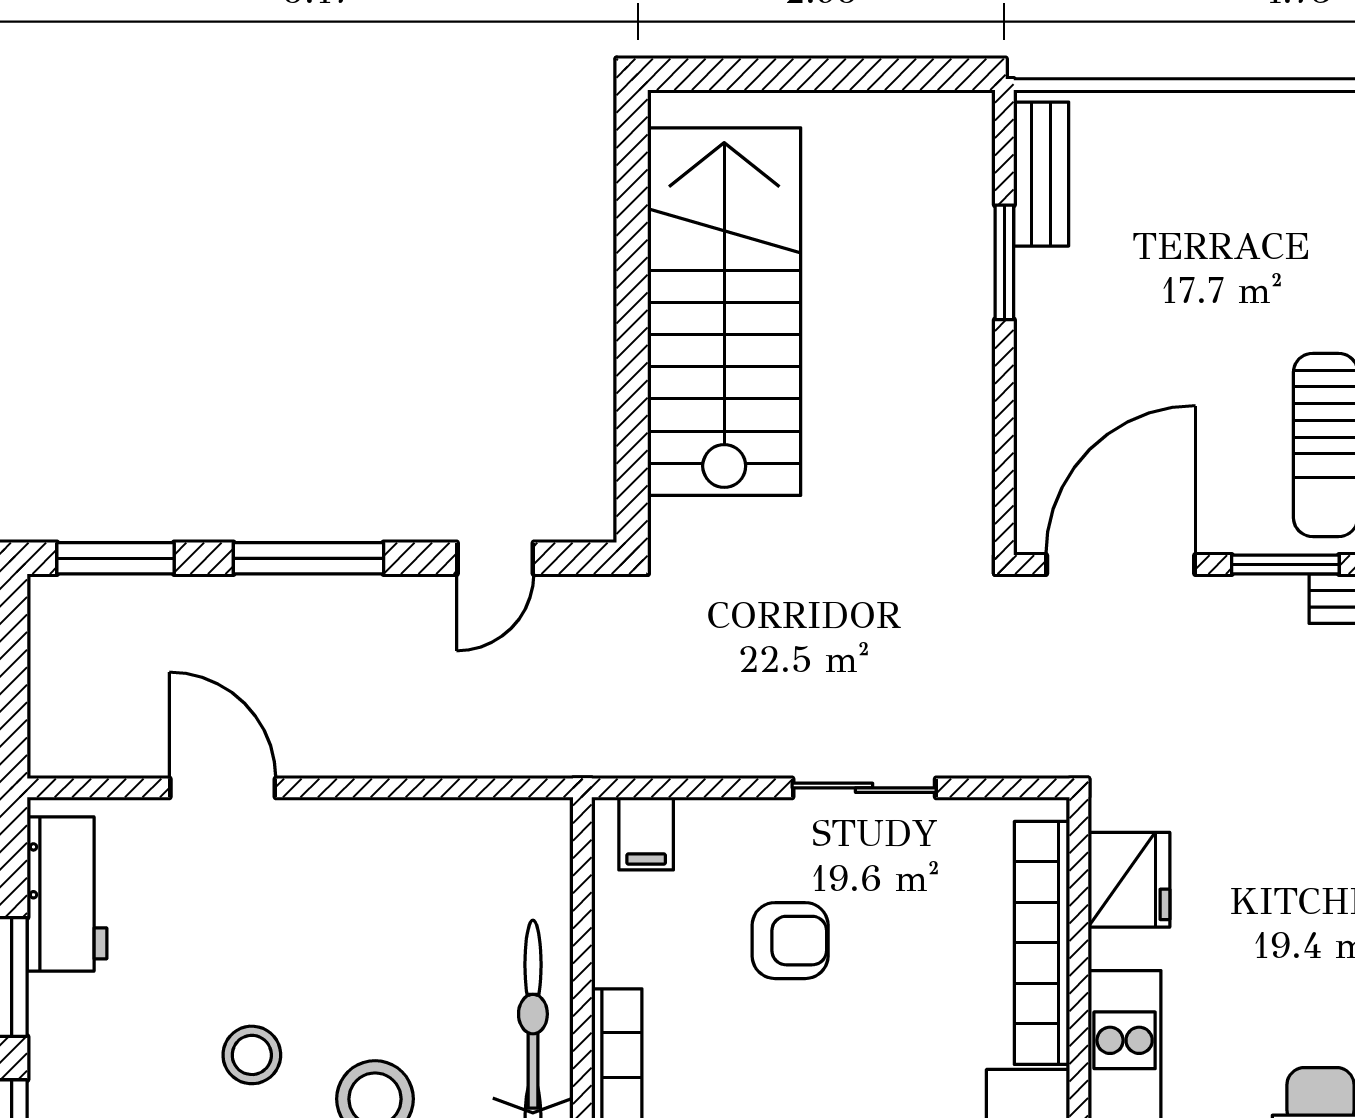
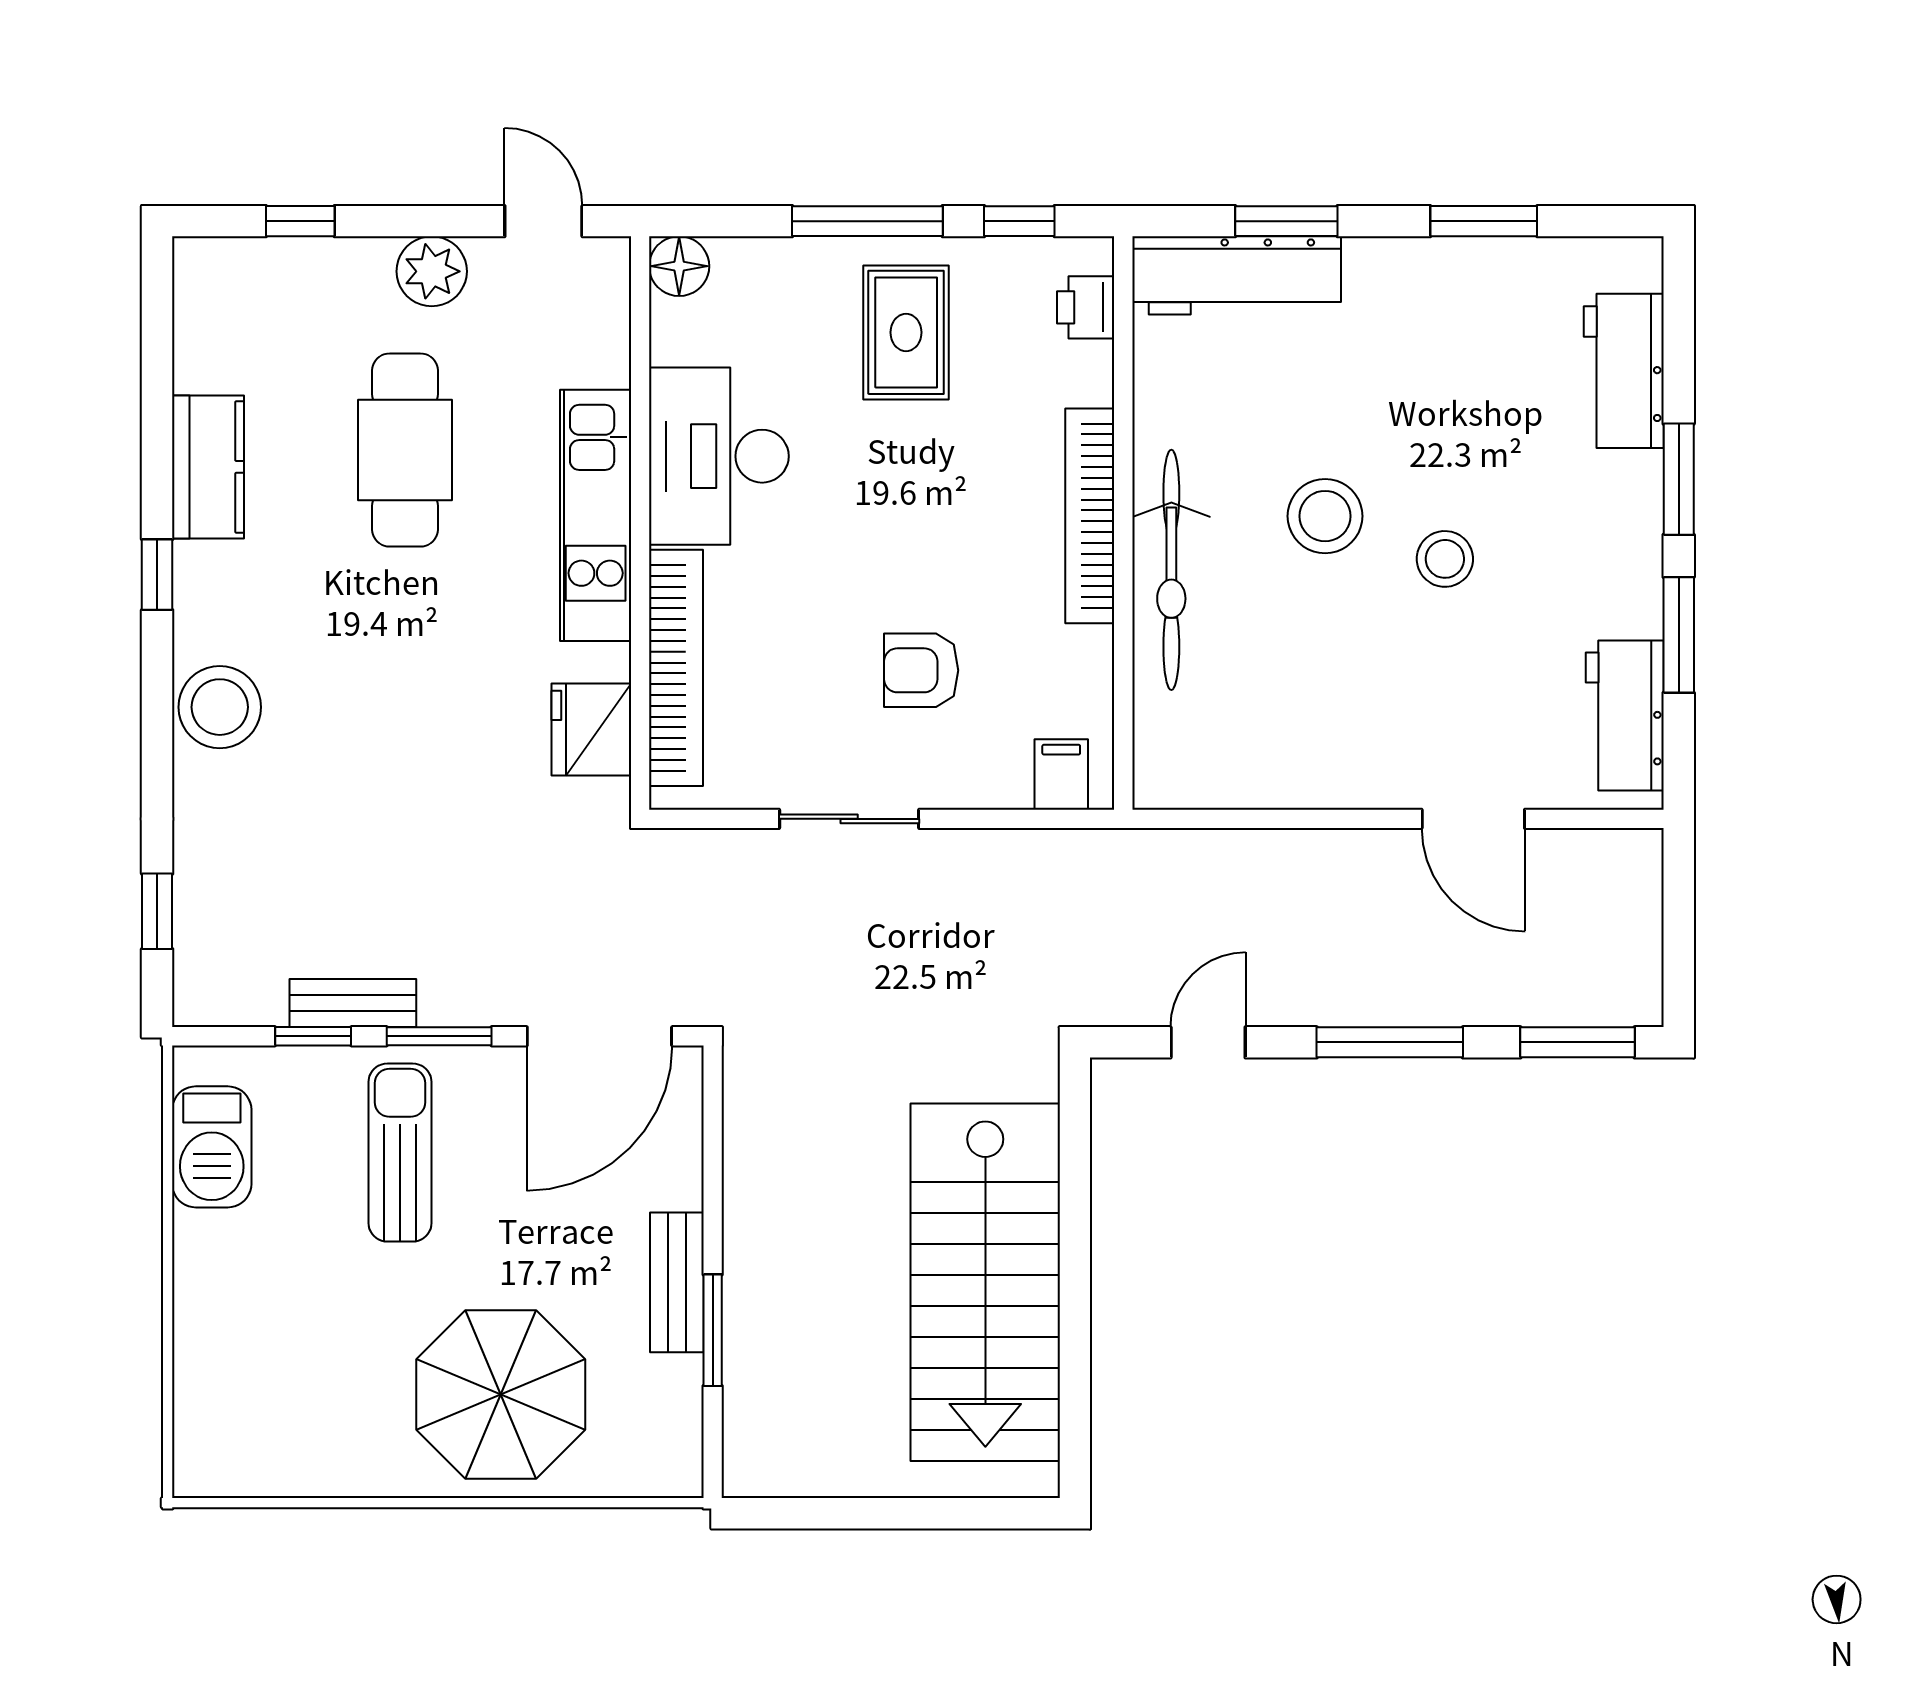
bench: (1041, 174) -> (677, 1282), moved
parasol: (1222, 196) -> (501, 1394), added

